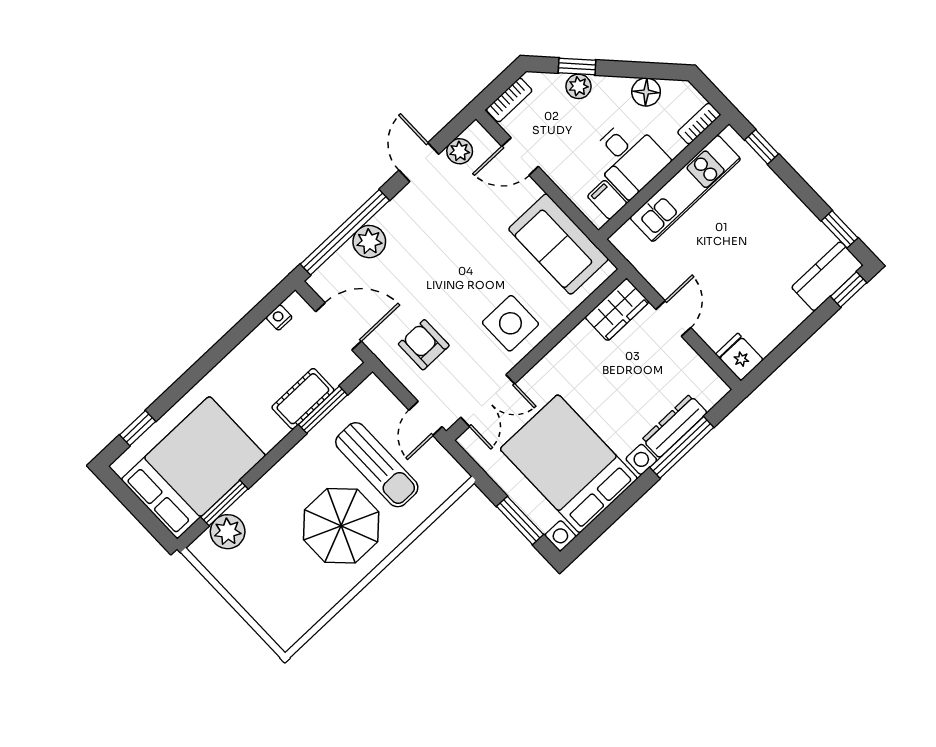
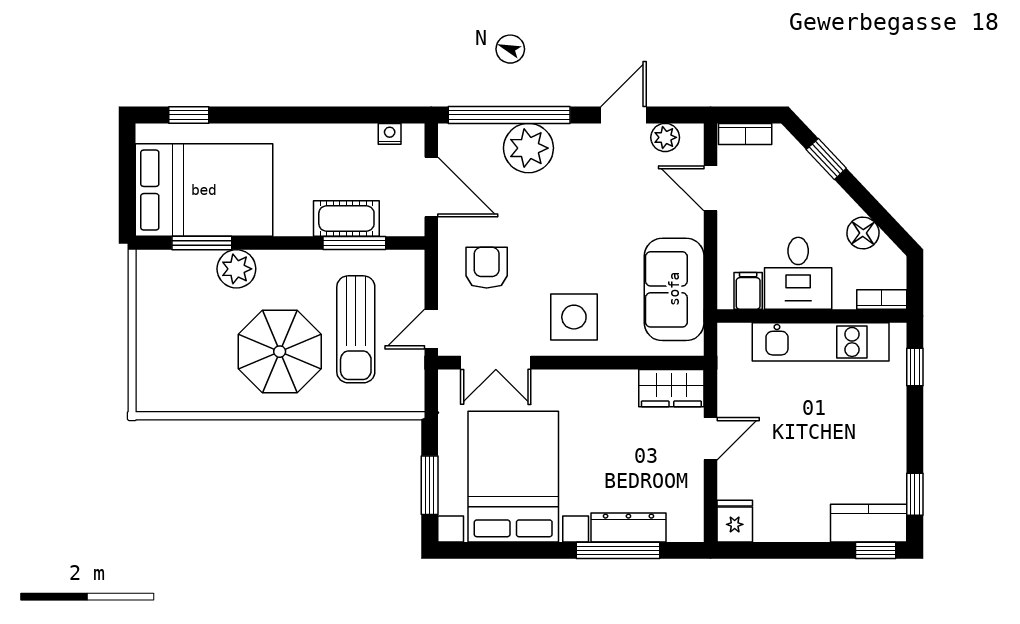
plant: (579, 86) -> (812, 176), removed
plant: (369, 242) -> (528, 148), width x1.36, depth x1.36
plant: (228, 532) -> (236, 269), moved

